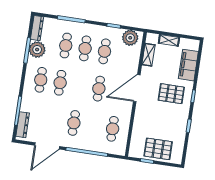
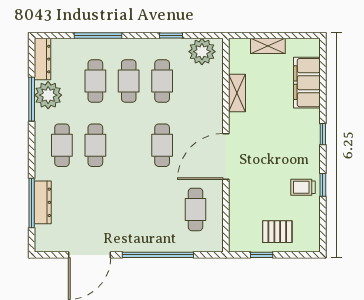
shelving: (148, 55) -> (237, 93), moved
door: (137, 88) -> (226, 157), moved
pallet: (171, 94) -> (285, 135), removed
cafe table: (74, 123) -> (129, 209), removed
dresser: (23, 125) -> (43, 202), moved
trolley: (177, 125) -> (303, 187), added
pallet: (158, 149) -> (277, 232), width x0.67, depth x0.71

